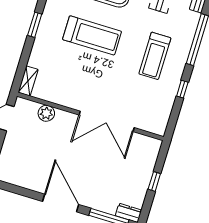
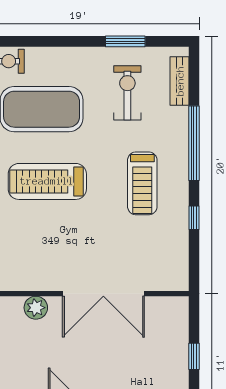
treadmill: (92, 35) -> (47, 181), turned 180
plant: (46, 113) -> (36, 308), moved

